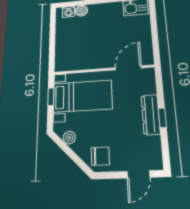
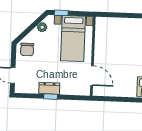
window: (51, 97) -> (61, 13), moved
dresser: (151, 115) -> (49, 88), width x0.70

